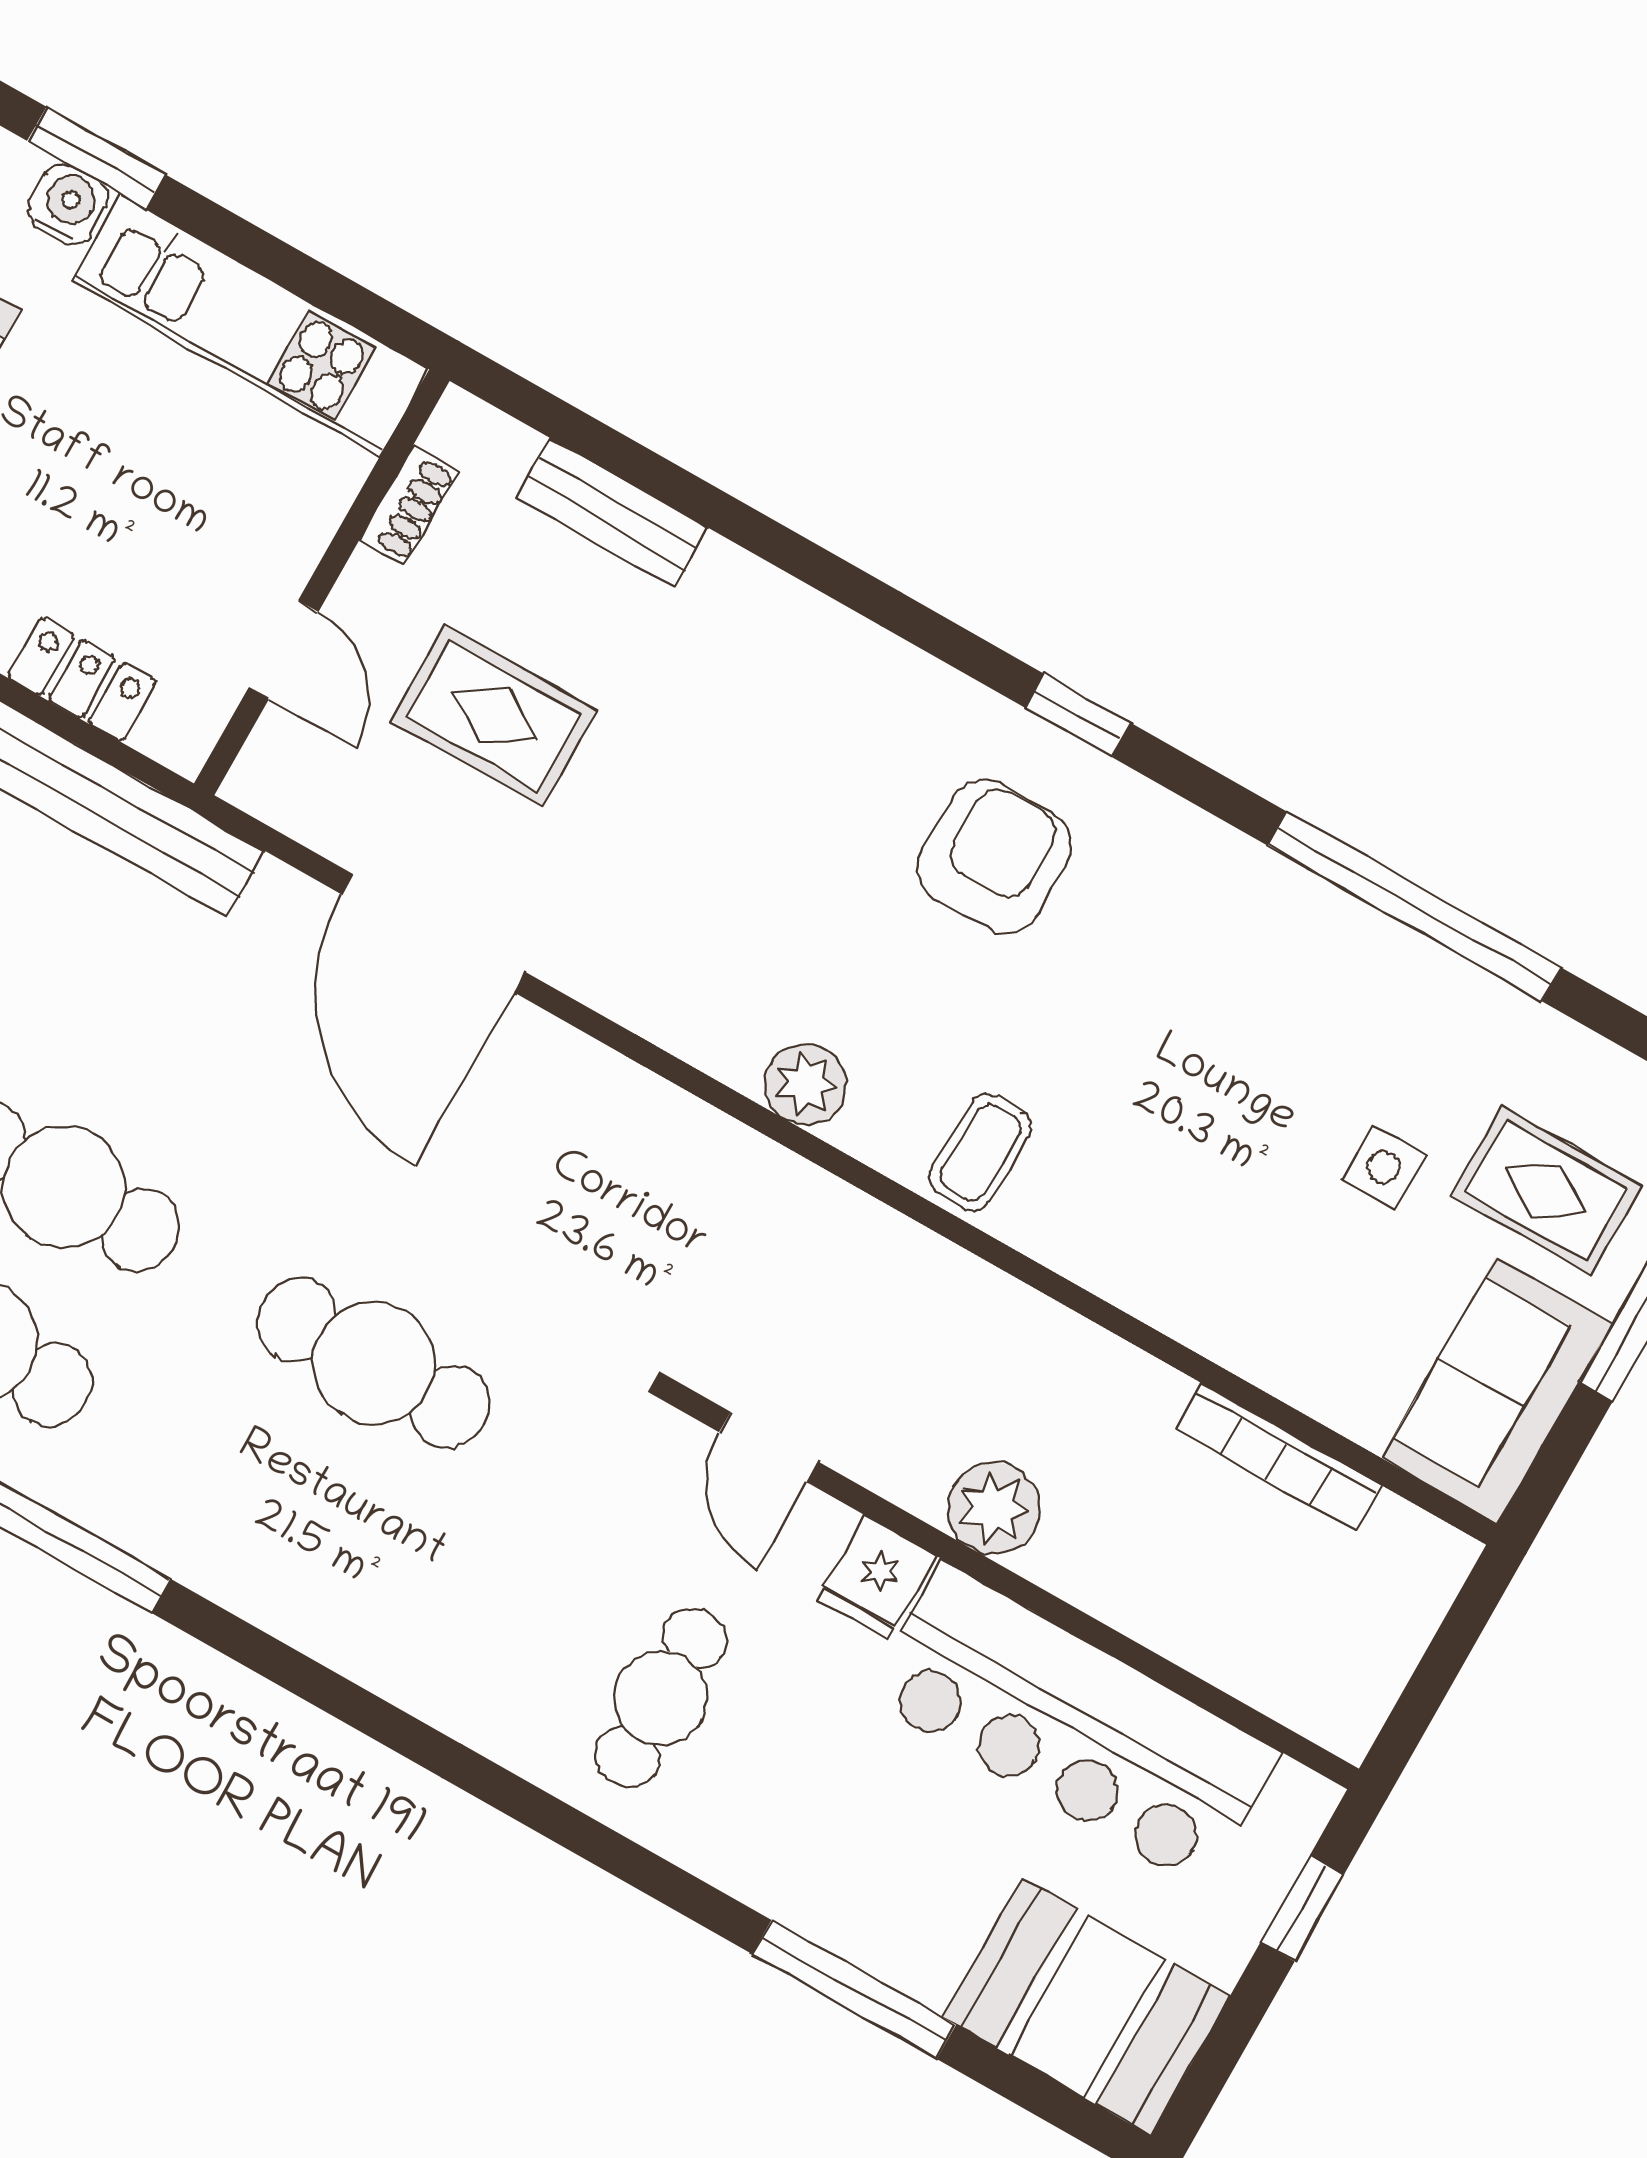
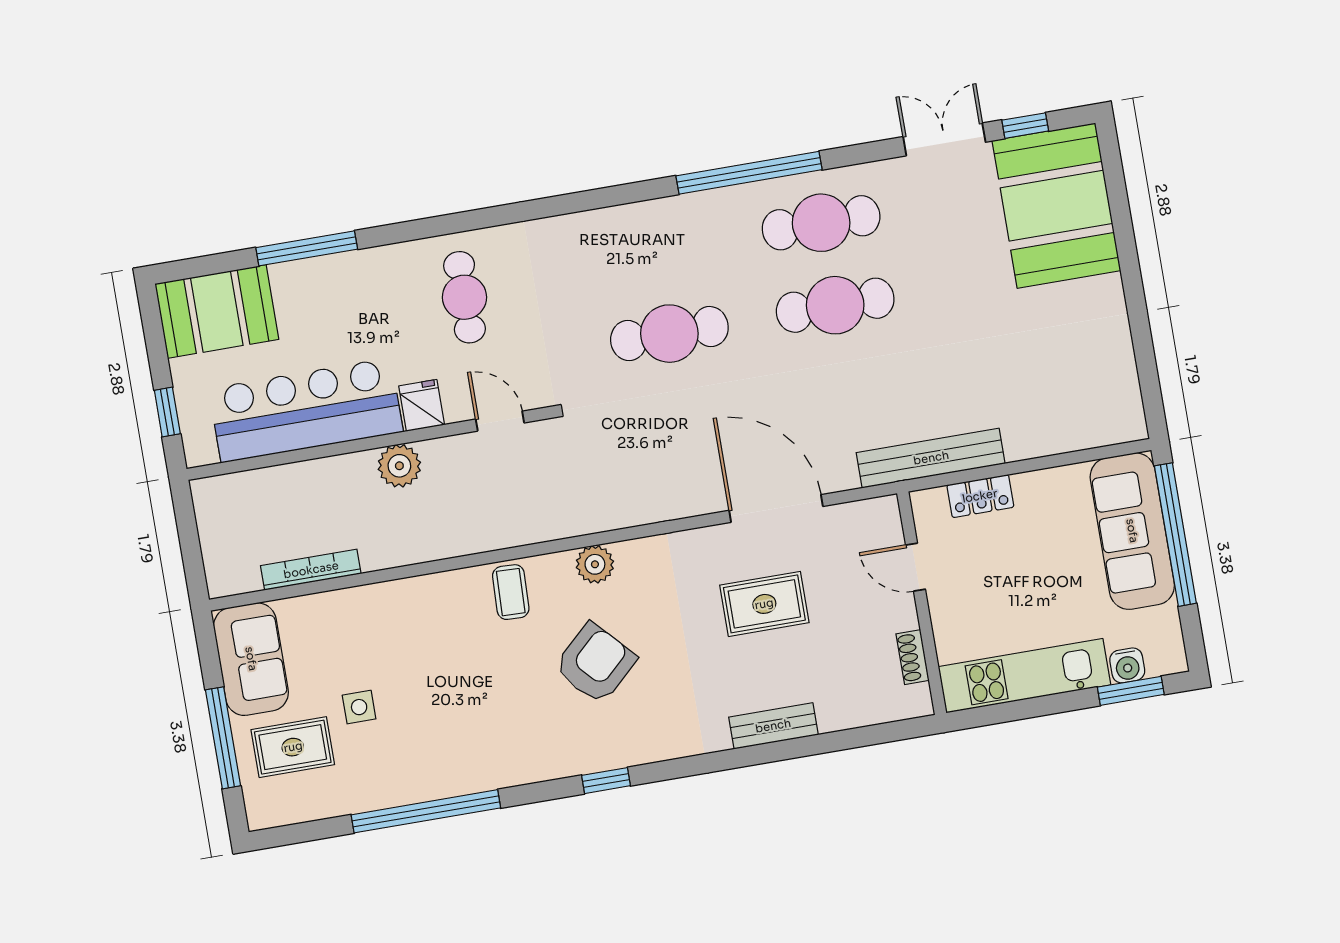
bench: (612, 513) -> (773, 726), moved
rug: (494, 715) -> (764, 604), moved
armchair: (995, 857) -> (595, 663), moved, turned -133

